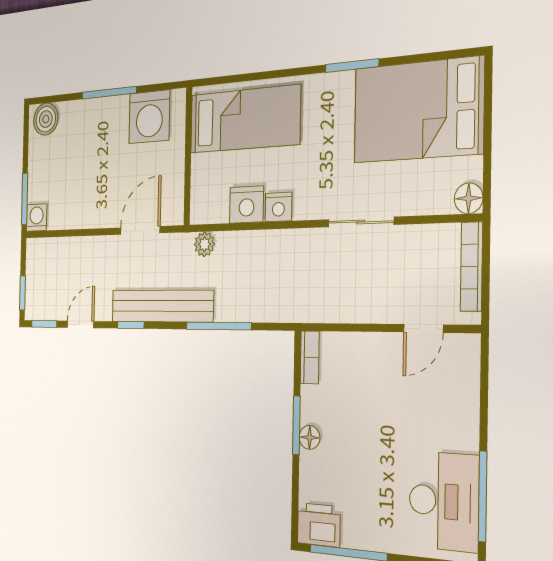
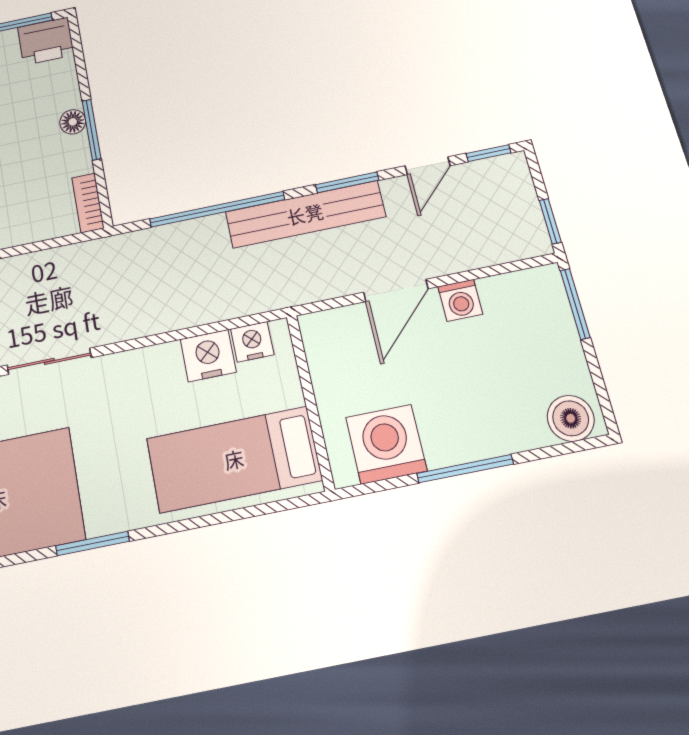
nightstand: (278, 207) -> (252, 342), moved
washing machine: (37, 218) -> (460, 300), moved
door: (140, 230) -> (396, 290), moved
plant: (204, 244) -> (259, 298), removed
window: (23, 293) -> (550, 221), moved
window: (131, 325) -> (347, 182), width x1.50
window: (218, 326) -> (217, 209), width x1.46

